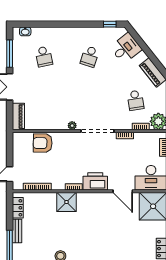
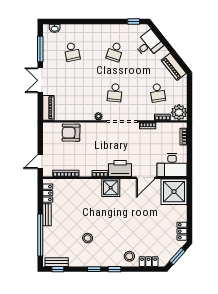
school desk: (90, 100) -> (115, 93), added
door: (123, 191) -> (146, 178), hinge flipped
shower: (66, 202) -> (111, 188), moved

